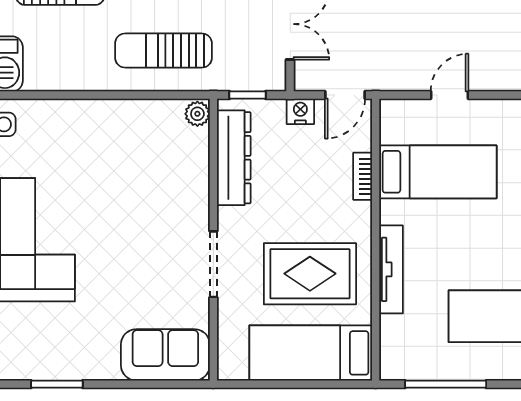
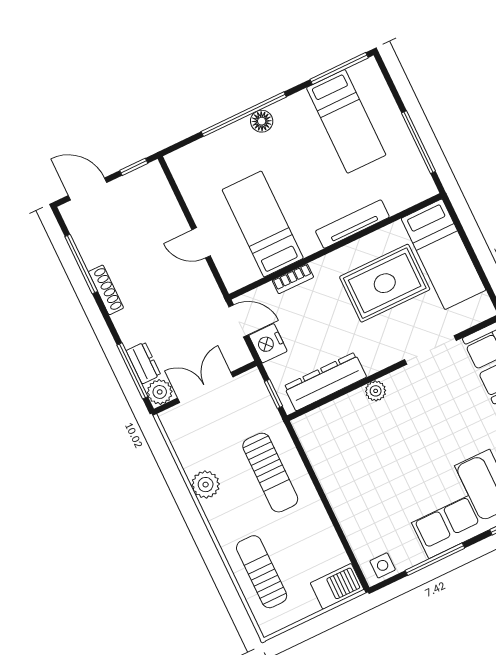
nightstand: (300, 111) -> (268, 343), width x1.36, depth x1.33
plant: (197, 114) -> (376, 391), moved
doorway: (213, 264) -> (430, 350), moved
rug: (310, 274) -> (385, 283), turned 90

